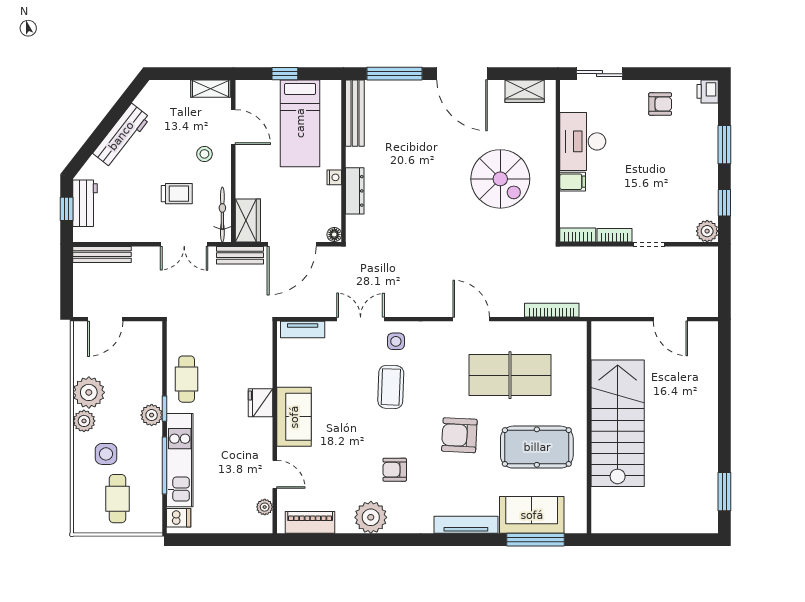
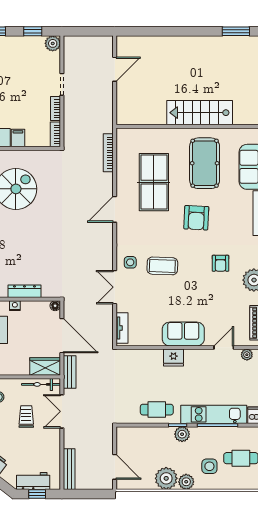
double door: (184, 244) -> (62, 411), swing flipped
stairs: (618, 423) -> (200, 113), width x0.73, depth x0.66

